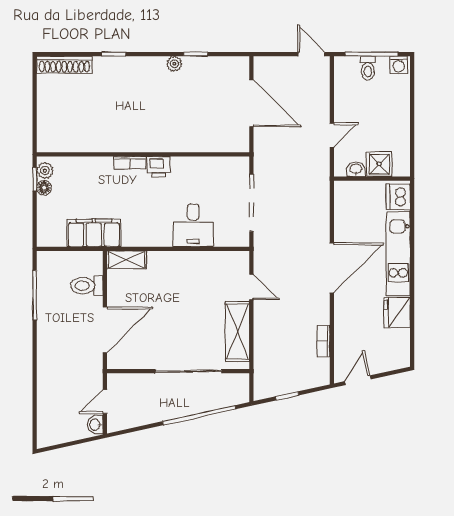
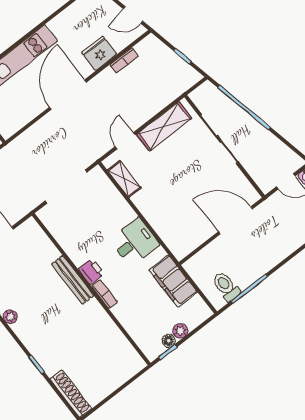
bench: (164, 144) -> (73, 280), added
plant: (45, 171) -> (180, 331), moved
desk: (193, 225) -> (135, 242), moved
shelving: (127, 260) -> (124, 179), moved
door: (332, 268) -> (68, 95), hinge flipped
toilet: (87, 286) -> (226, 286), moved, turned 180
fridge: (397, 312) -> (99, 53), moved, turned 180

